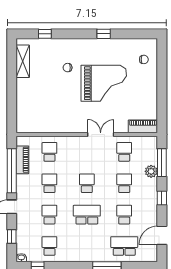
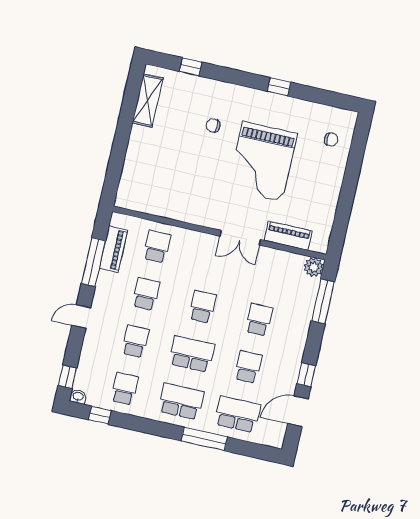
grand piano: (104, 83) -> (262, 161), turned 90
piano: (143, 126) -> (288, 236), moved
double door: (101, 134) -> (240, 238), swing flipped
school desk: (124, 152) -> (181, 401), moved, width x1.85
window: (12, 171) -> (94, 262), width x0.68
plant: (151, 171) -> (314, 267), moved
window: (162, 198) -> (306, 375), moved
window: (12, 236) -> (67, 377), moved

